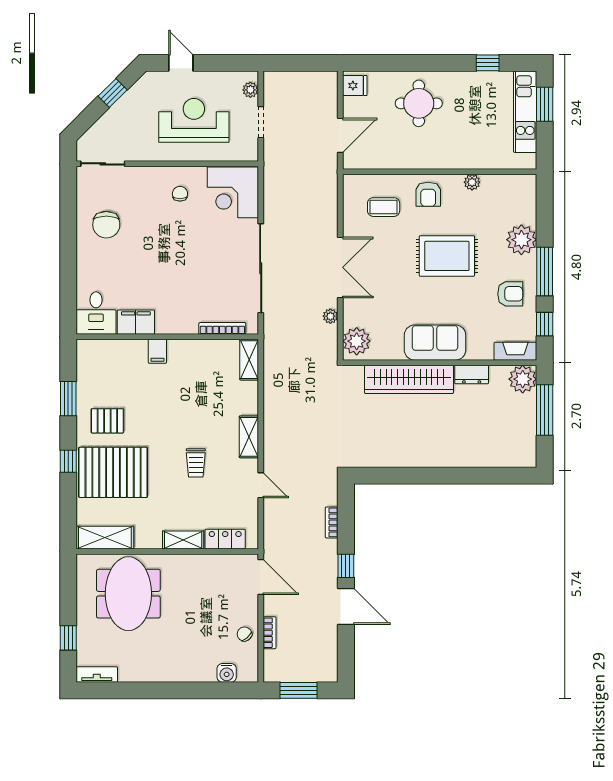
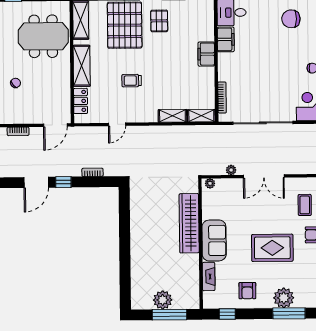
rug: (447, 256) -> (272, 248), turned 90
window: (545, 272) -> (289, 313), moved
plant: (357, 341) -> (210, 183), width x0.53, depth x0.53
filing cabinet: (157, 351) -> (206, 54), width x2.00
fireplace: (515, 351) -> (209, 276), moved
dresser: (472, 374) -> (193, 265), removed
plant: (523, 379) -> (163, 300), moved
shelving: (249, 437) -> (172, 116), moved
shelving: (183, 540) -> (82, 66), width x1.50, depth x1.33
chair: (245, 634) -> (16, 83), moved

